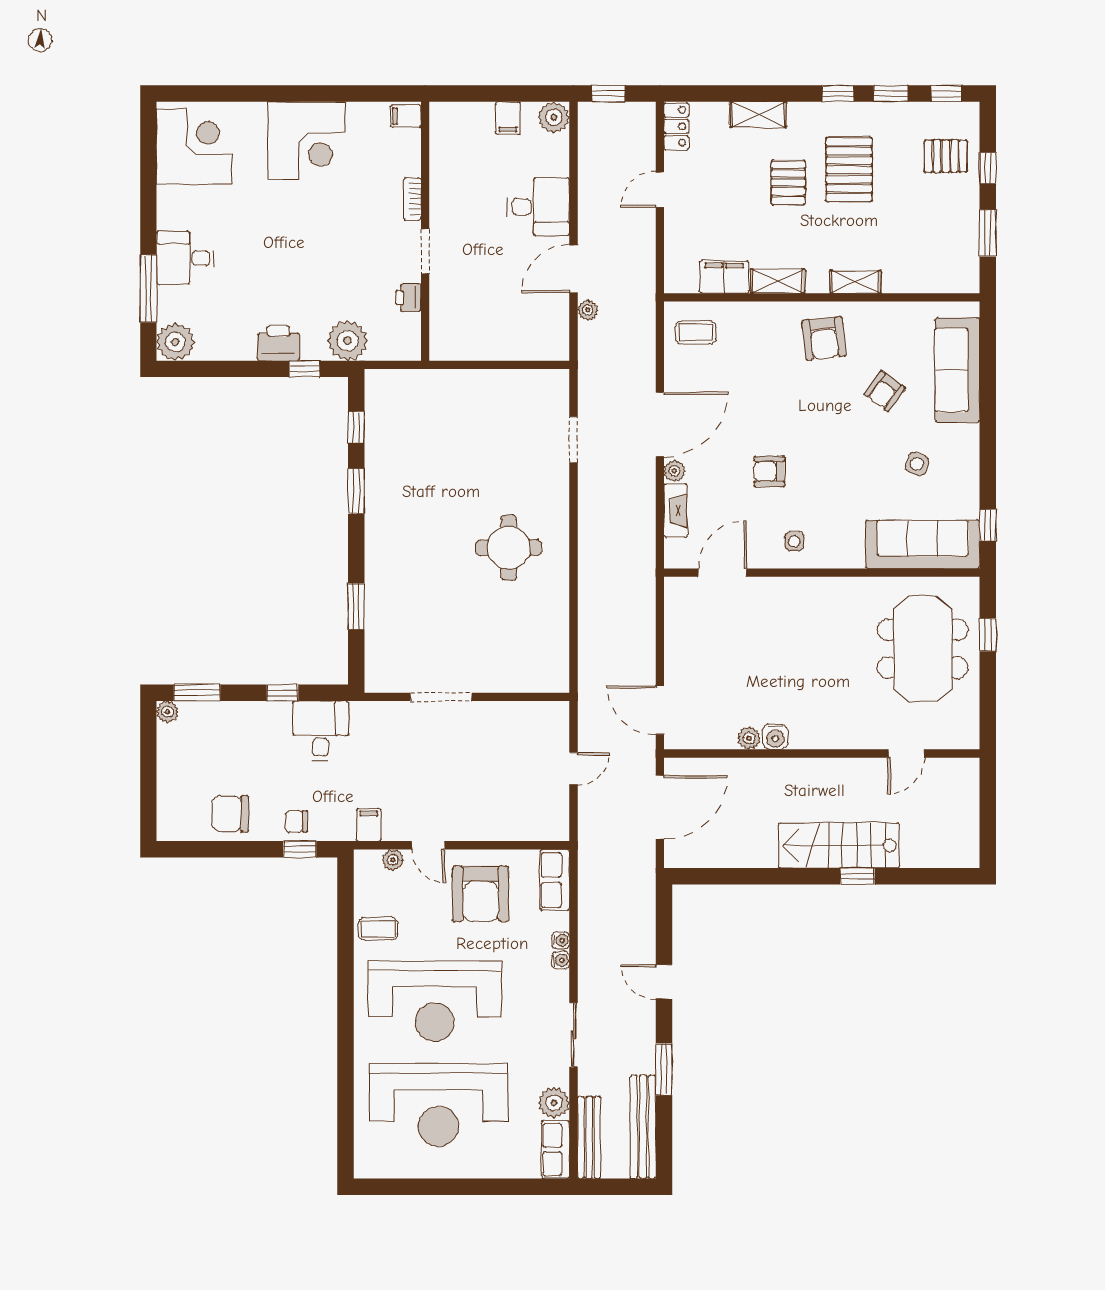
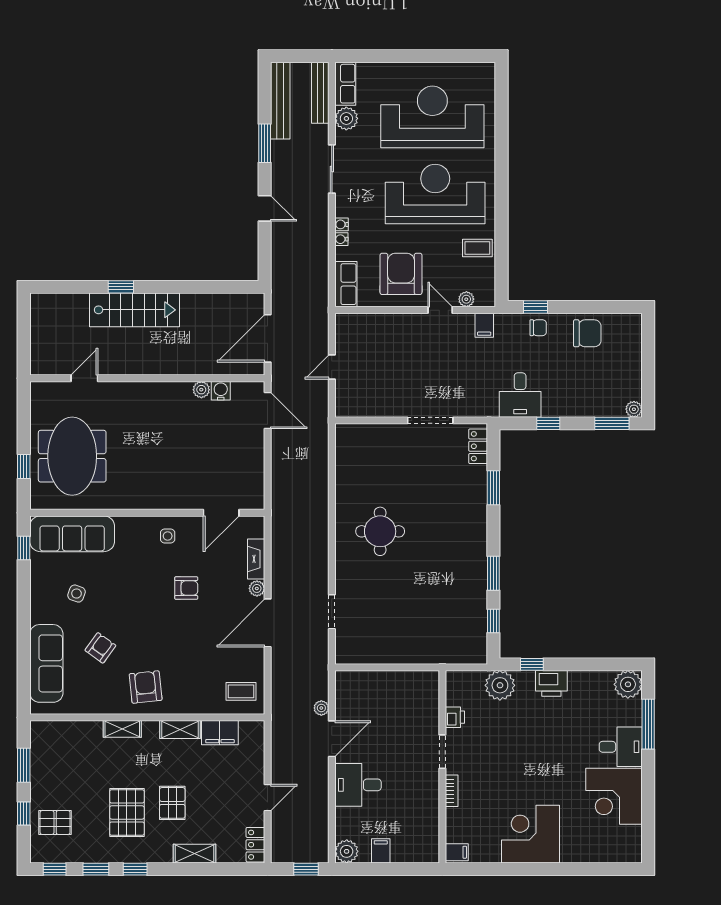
corner desk: (194, 146) -> (614, 796), moved
locker: (377, 662) -> (478, 446), added
water cooler: (775, 737) -> (221, 391), moved

